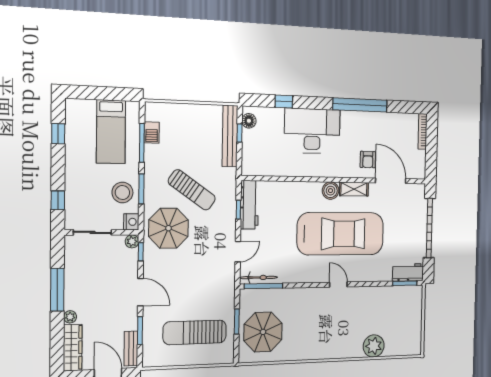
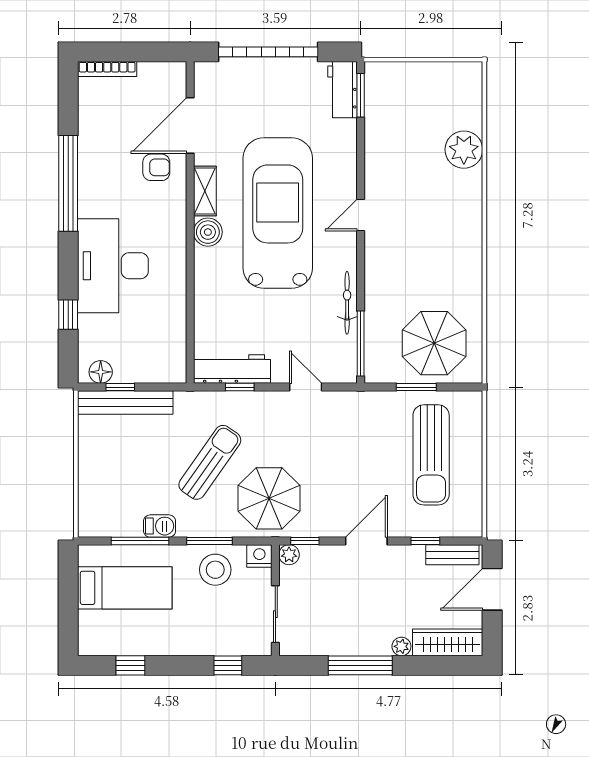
barbecue: (152, 132) -> (160, 526), moved
bicycle: (259, 278) -> (347, 303), moved
window: (140, 331) -> (425, 541), width x0.67

